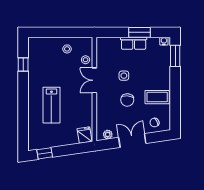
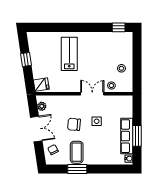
row of seats: (134, 43) -> (127, 136), width x1.48
window: (175, 56) -> (77, 169), moved
window: (23, 65) -> (119, 27), moved
lab bench: (51, 105) -> (69, 54), turned 90
window: (45, 153) -> (26, 60), moved

